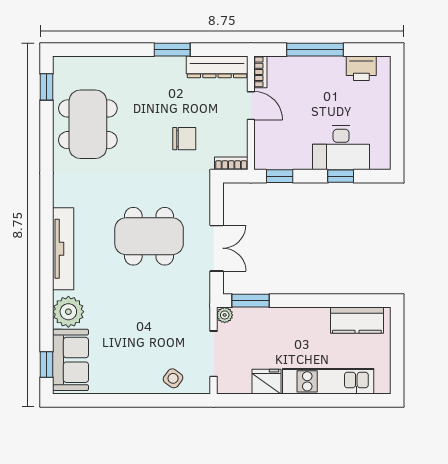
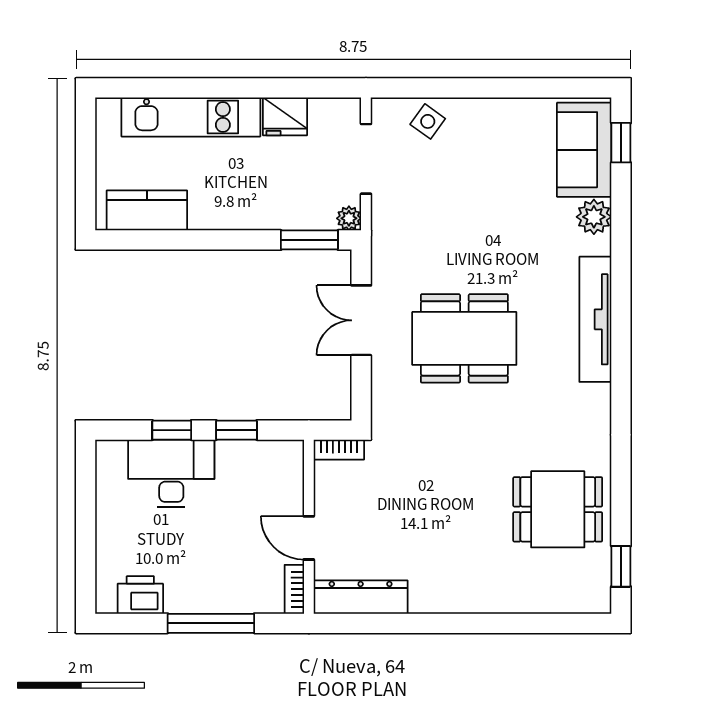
window: (172, 50) -> (429, 623), removed
dining table: (88, 124) -> (558, 509), width x0.73
chair: (184, 139) -> (411, 487), removed
window: (280, 176) -> (237, 430), moved
plant: (68, 312) -> (594, 217), width x0.73, depth x0.73

